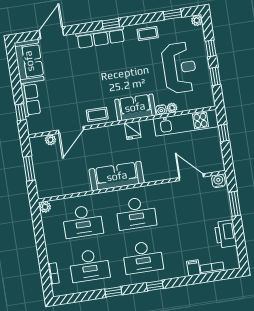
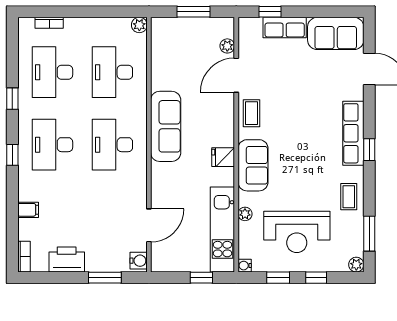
window: (172, 14) -> (369, 234), width x1.50
water cooler: (161, 110) -> (245, 266), moved
door: (71, 130) -> (236, 75), hinge flipped
bookcase: (212, 268) -> (24, 257), moved

